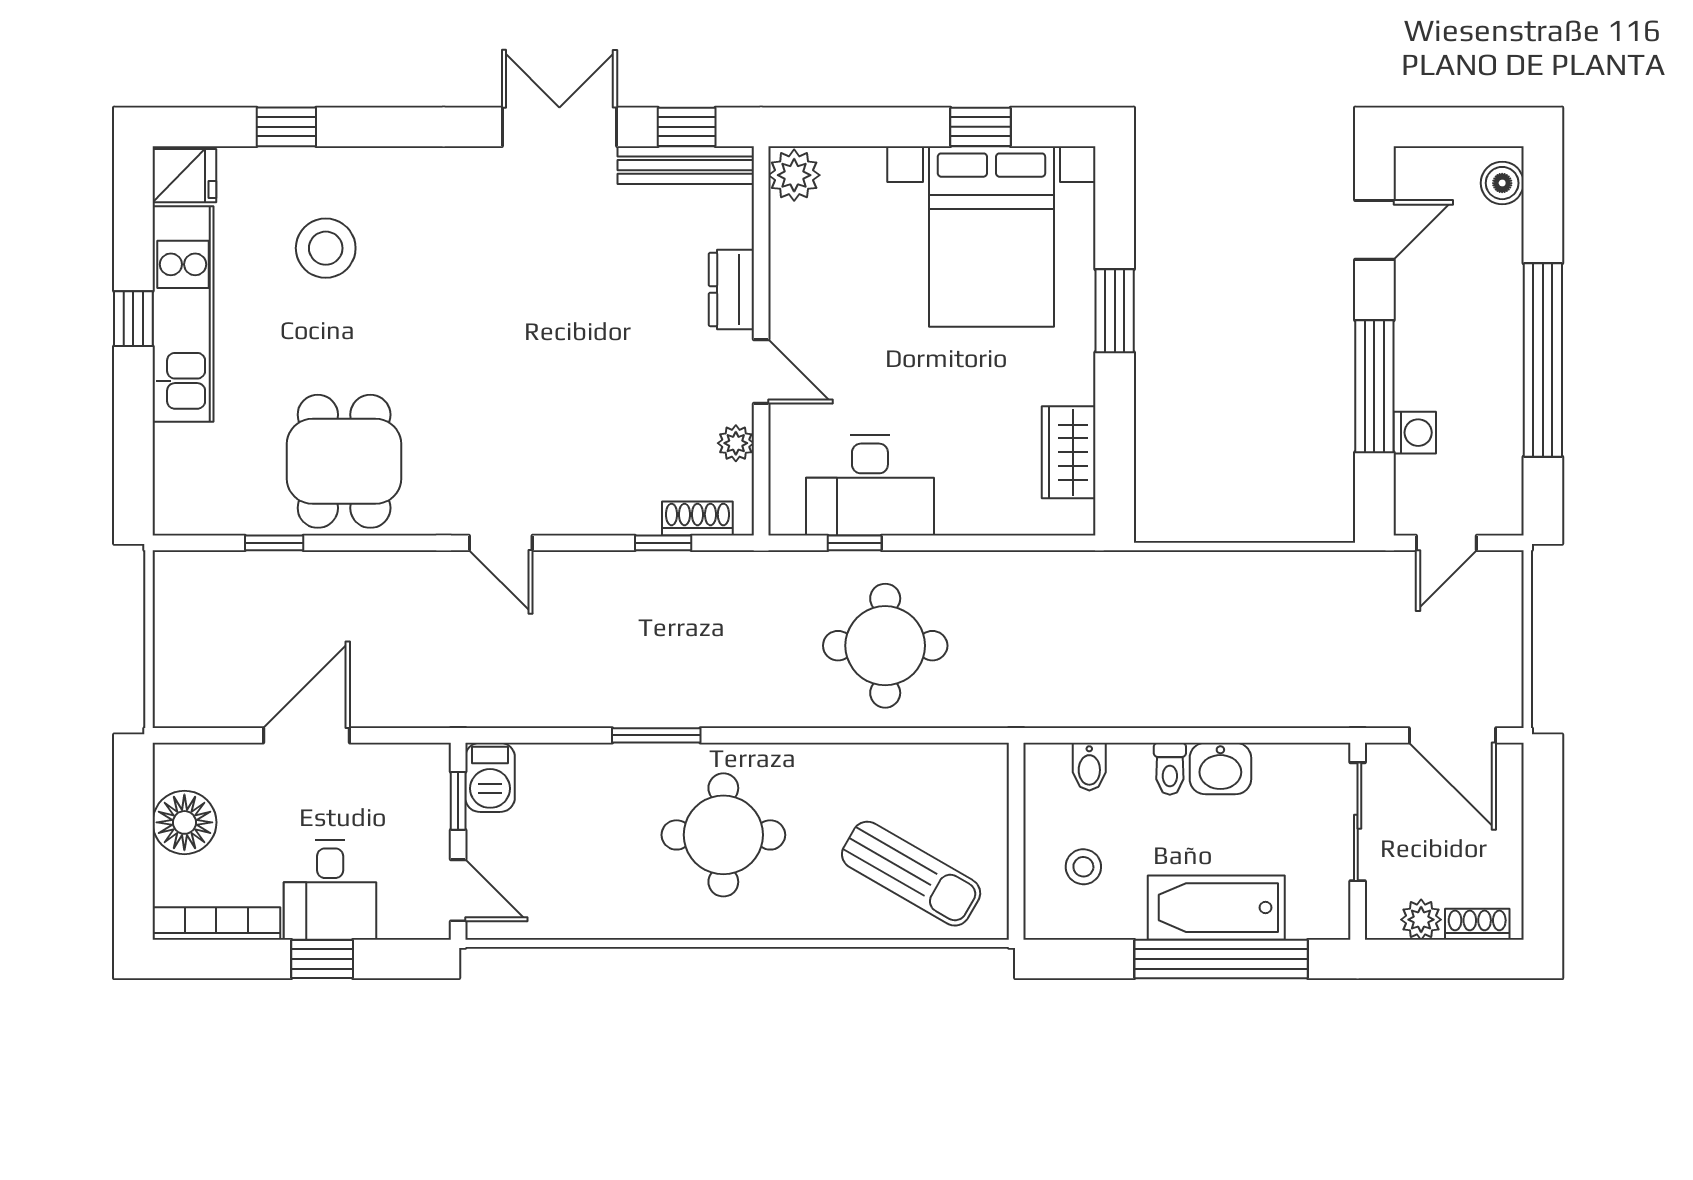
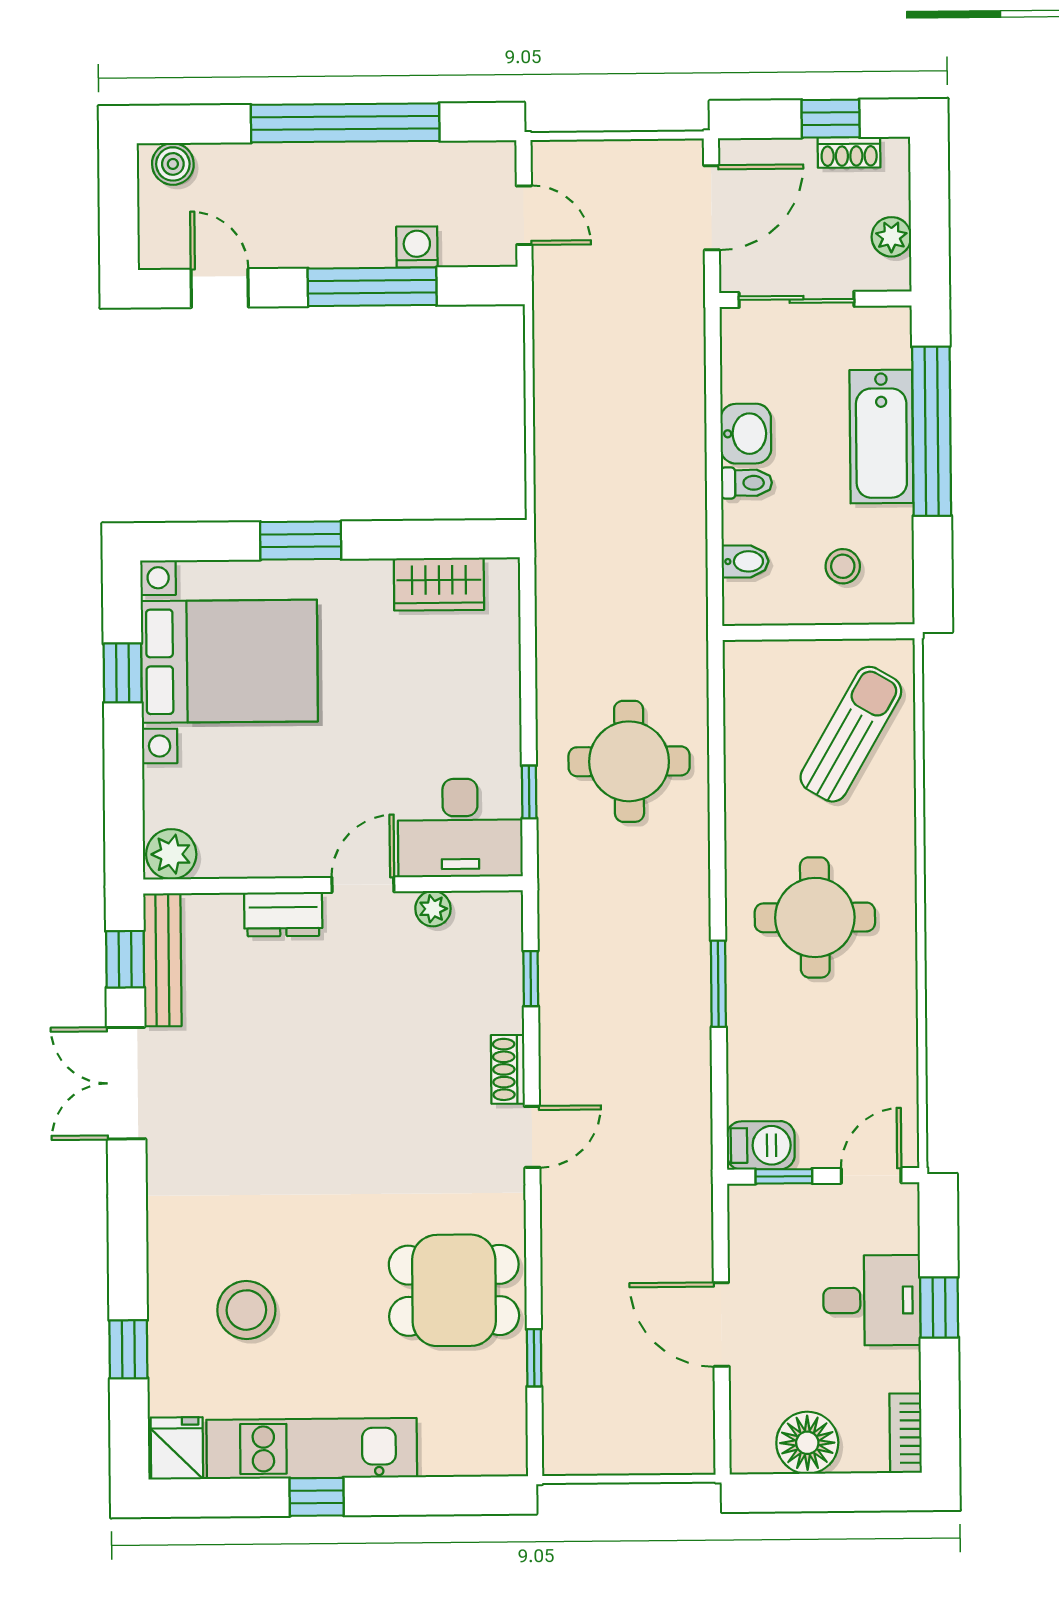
desk: (870, 486) -> (460, 828), moved, turned 90
shoe rack: (697, 519) -> (508, 1069), moved
window: (1543, 858) -> (831, 119), added
bookcase: (216, 923) -> (906, 1433), width x0.64
shoe rack: (1477, 924) -> (849, 152), moved, turned -90

